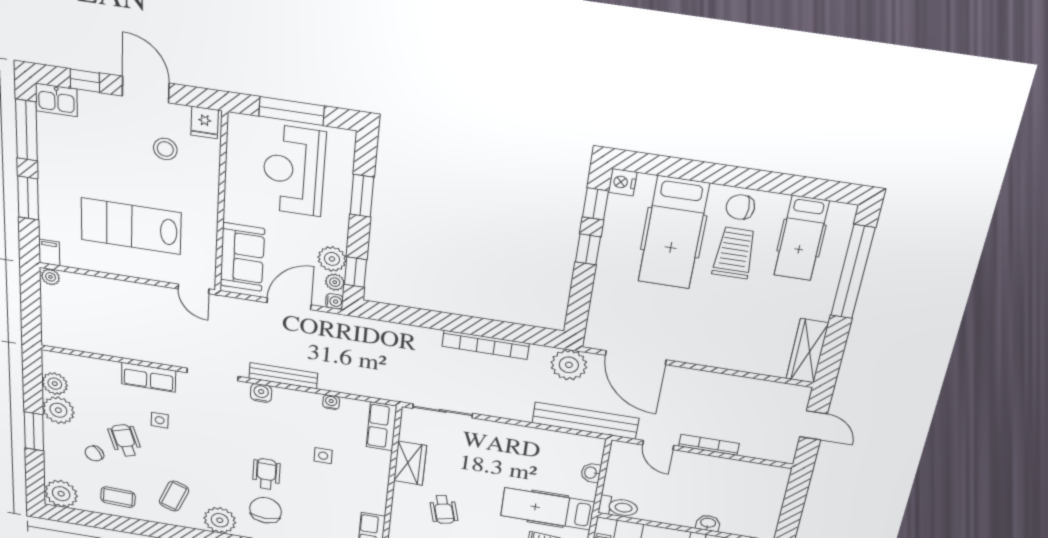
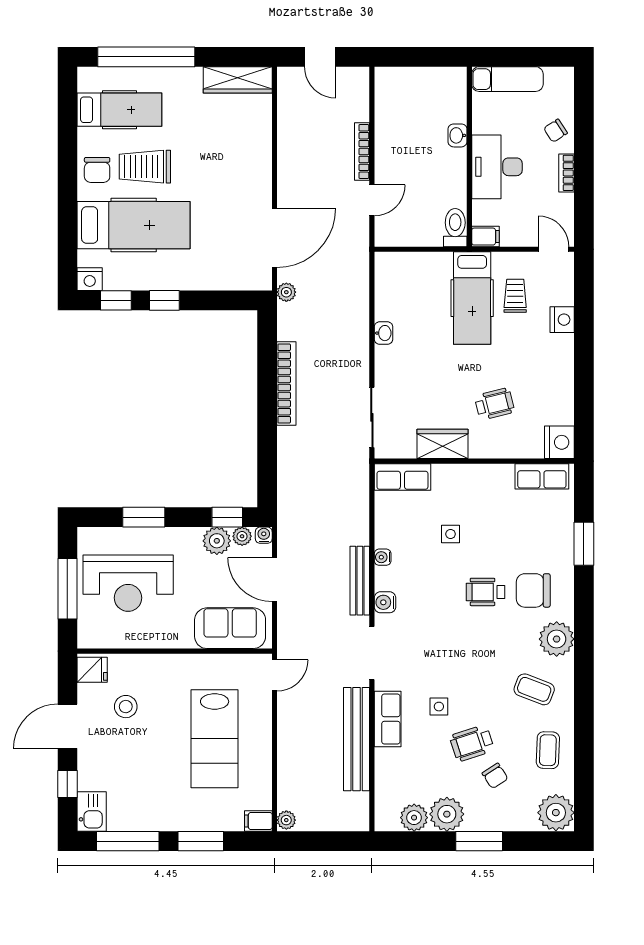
plant: (569, 365) -> (286, 292), width x0.53, depth x0.53
water cooler: (331, 402) -> (383, 557), moved
bench: (585, 421) -> (357, 739), moved
door: (814, 425) -> (320, 57), swing flipped
washbasin: (591, 473) -> (384, 333), moved, turned -90

